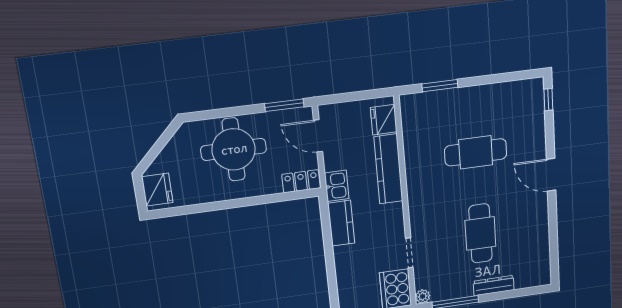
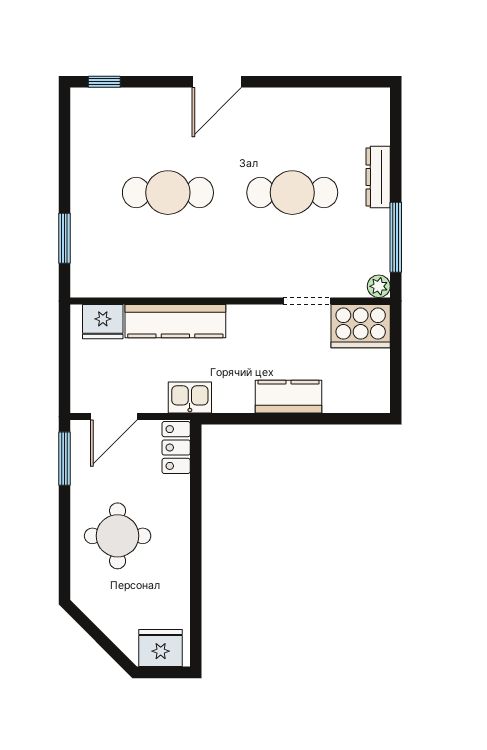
round table: (234, 149) -> (118, 536), width x0.73, depth x0.73
cafe table: (476, 152) -> (168, 193), turned 90
kitchen counter: (341, 223) -> (288, 397), moved

